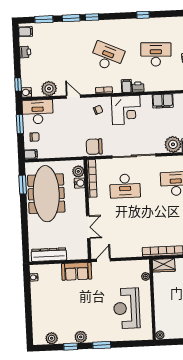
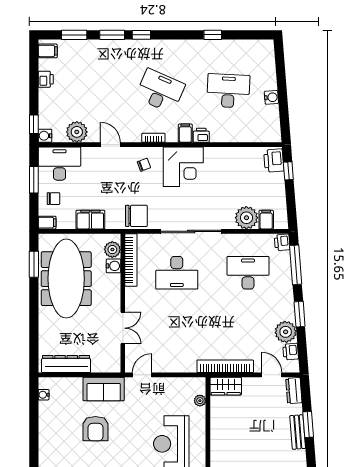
filing cabinet: (163, 101) -> (90, 220), moved, turned 180
chair: (94, 147) -> (136, 216), turned 180
armchair: (72, 300) -> (95, 429), added

